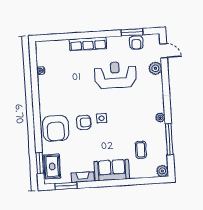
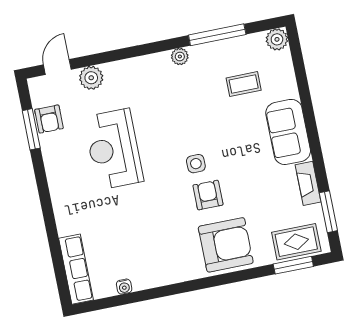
armchair: (136, 43) -> (49, 119), turned 90
row of seats: (88, 44) -> (76, 269), moved

